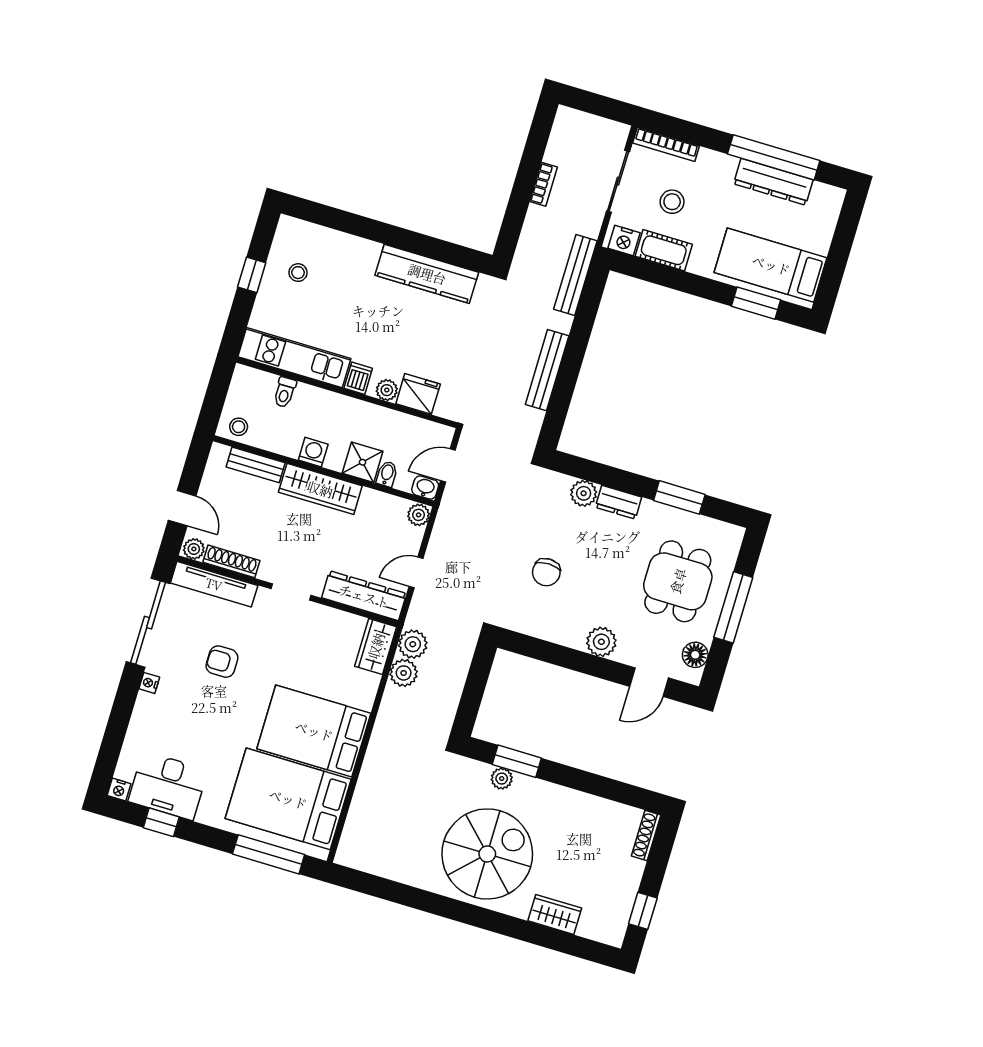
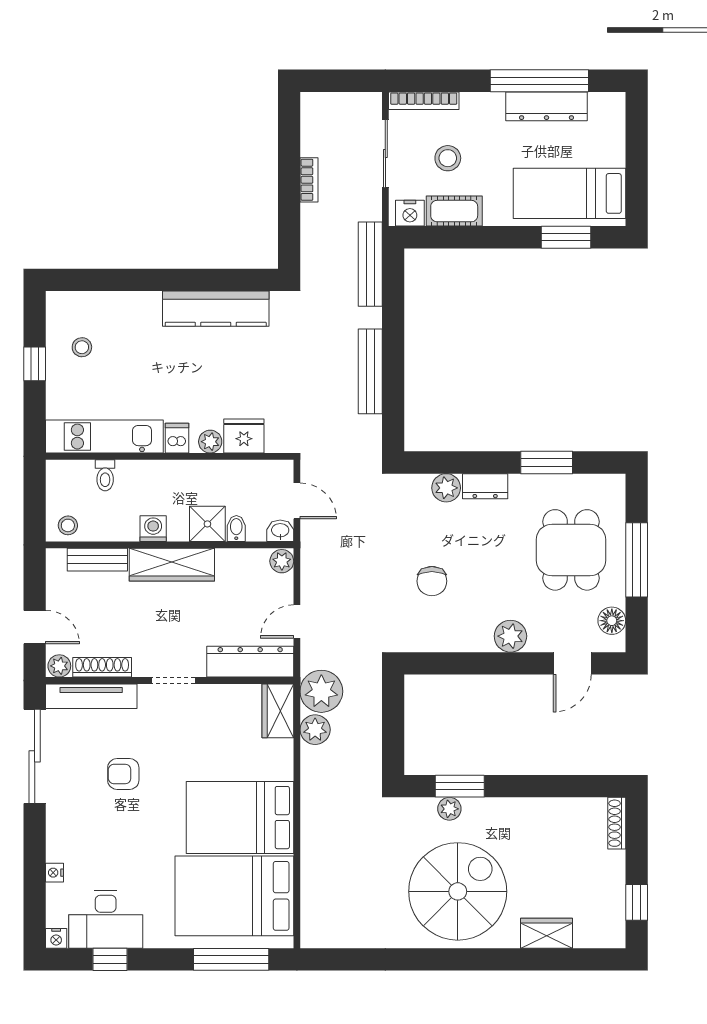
door: (448, 466) -> (297, 501), swing flipped
plant: (413, 644) -> (321, 691), width x1.36, depth x1.36
nightstand: (149, 683) -> (55, 873), moved

